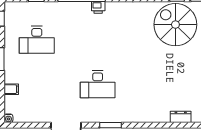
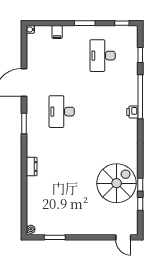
dresser: (181, 117) -> (32, 167), moved

